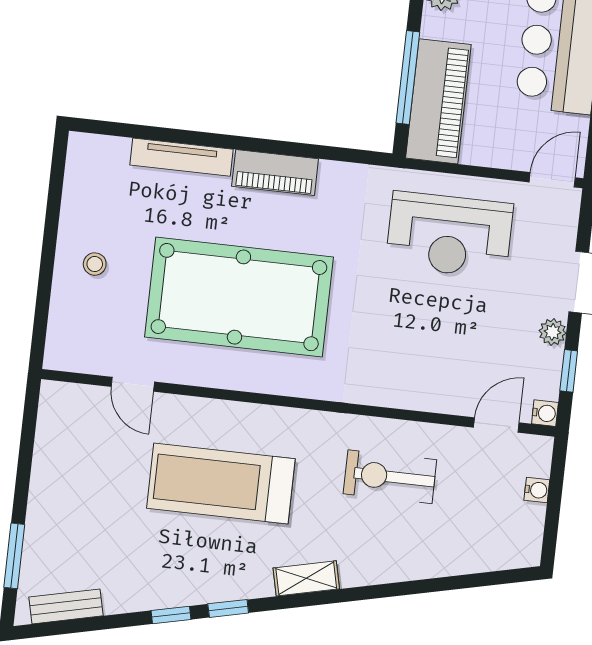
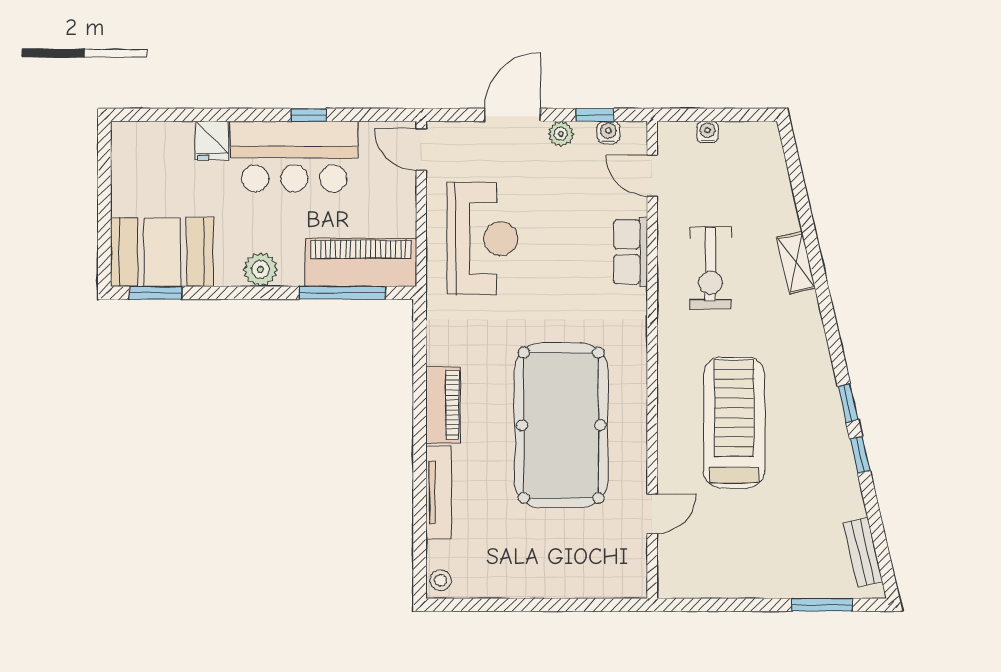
stool: (95, 264) -> (441, 580), moved
row of seats: (417, 393) -> (631, 252), added
water cooler: (545, 413) -> (608, 132), moved
treadmill: (221, 483) -> (734, 423), turned 180
shelving: (306, 578) -> (796, 263), moved

